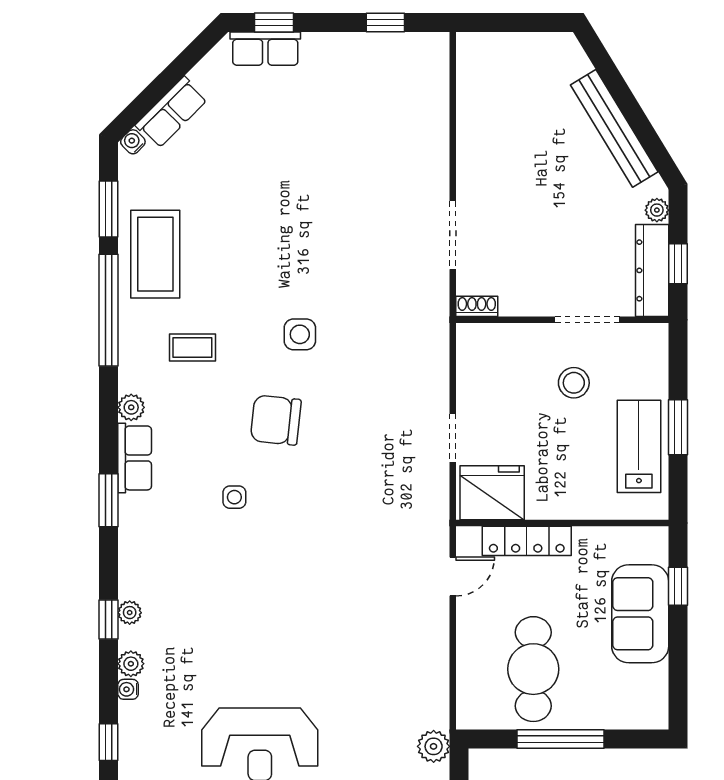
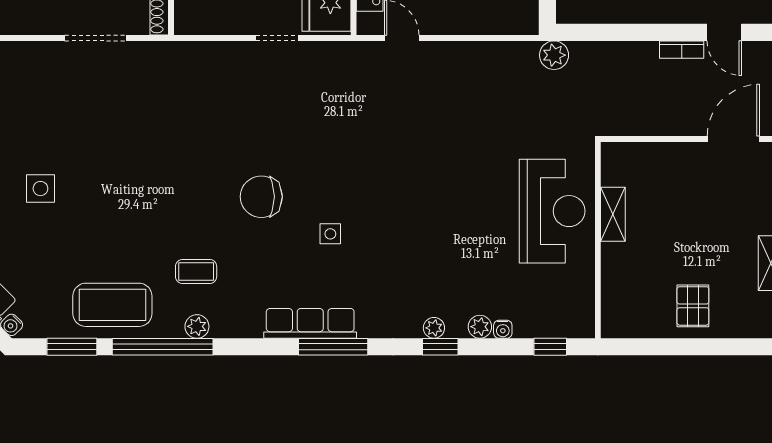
side table: (300, 334) -> (40, 189), moved
coffee table: (192, 347) -> (196, 271), turned 90
plant: (131, 407) -> (197, 326), moved
chair: (276, 420) -> (261, 197), turned 84
row of seats: (135, 458) -> (310, 323), width x1.48
window: (109, 500) -> (333, 347), width x1.44

